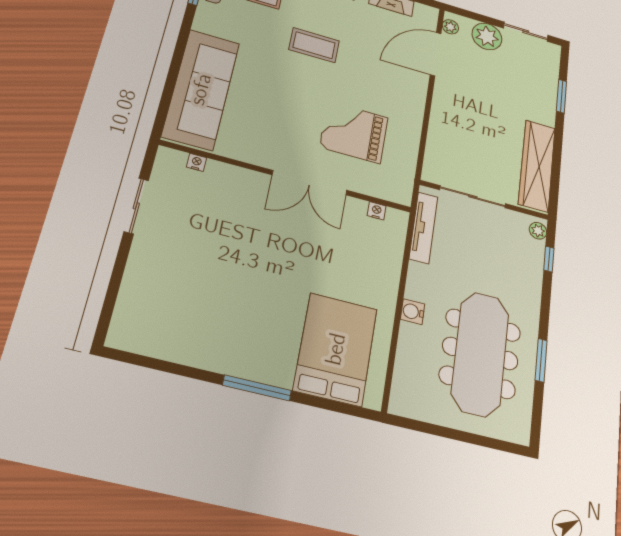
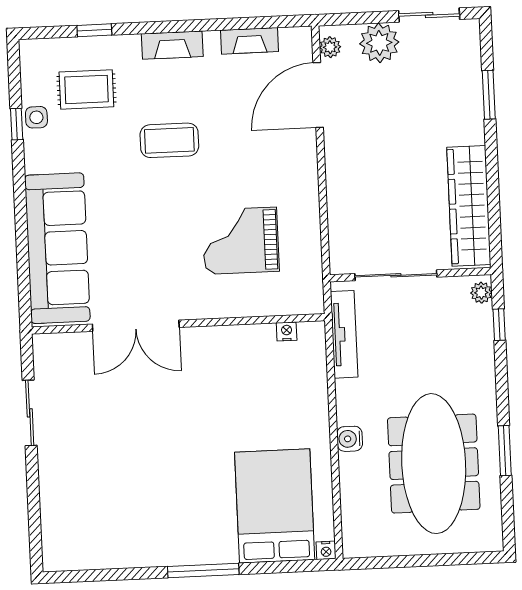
nightstand: (197, 162) -> (326, 550), moved, turned 180
double door: (310, 183) -> (136, 326), moved

